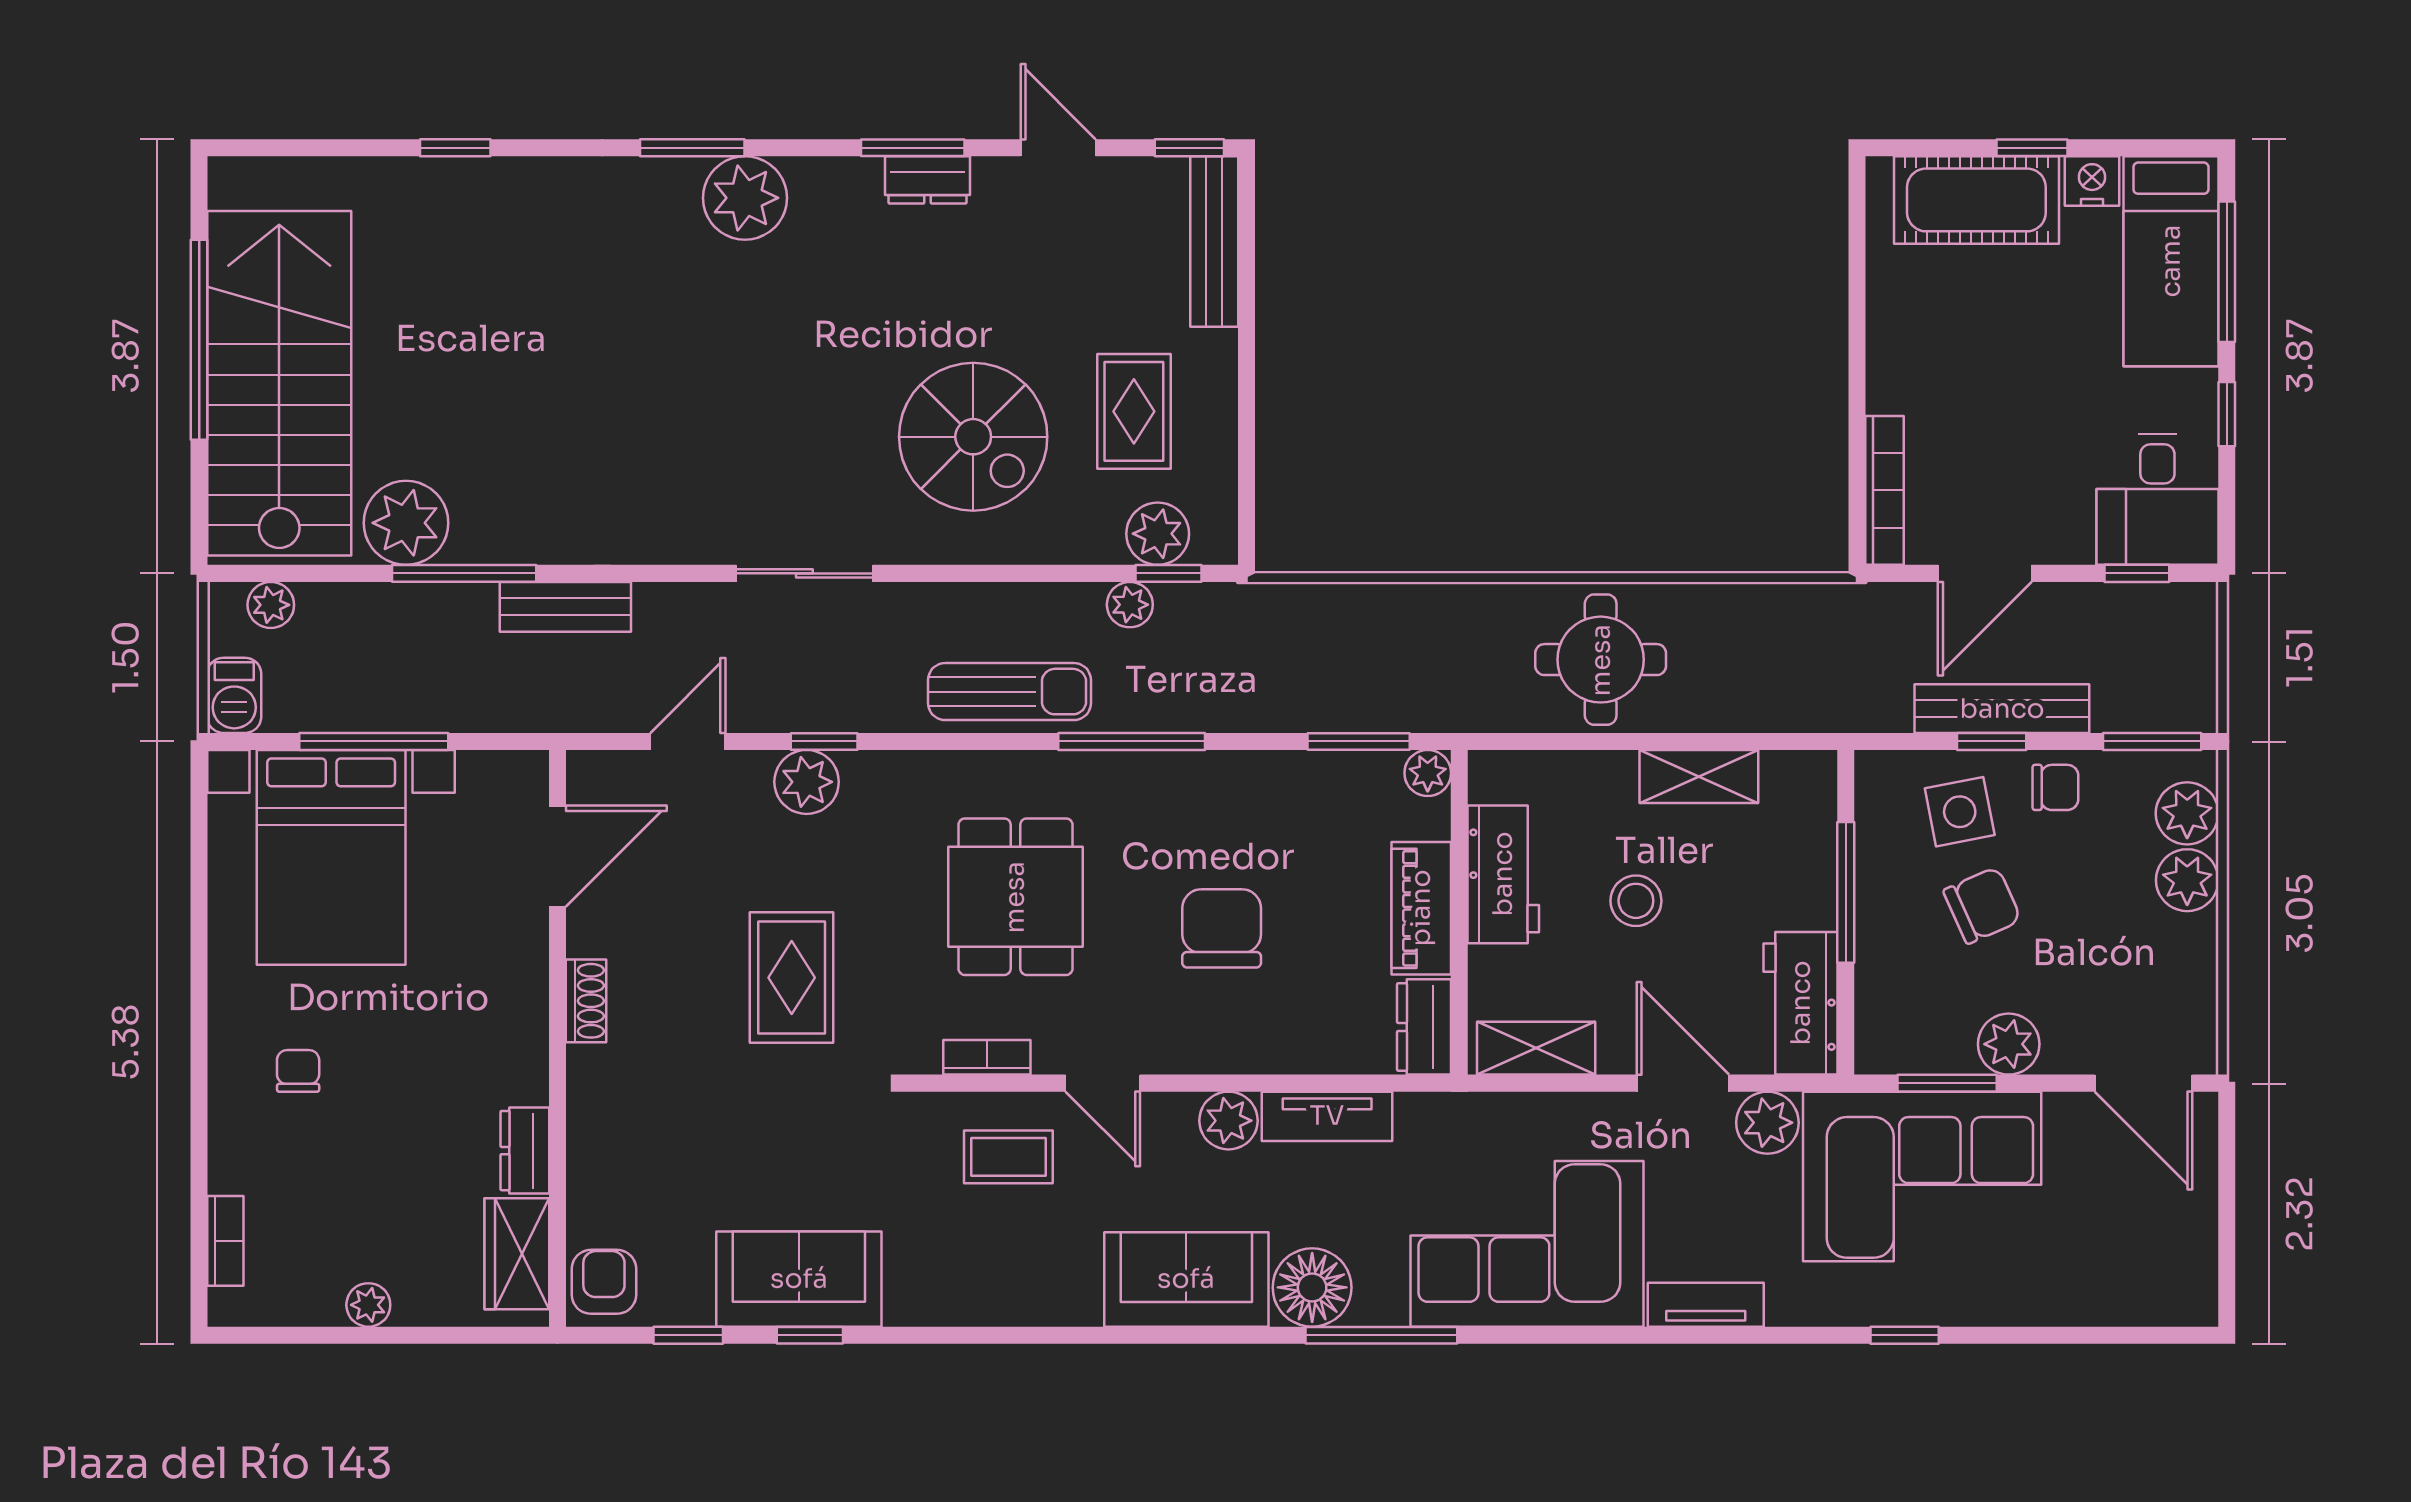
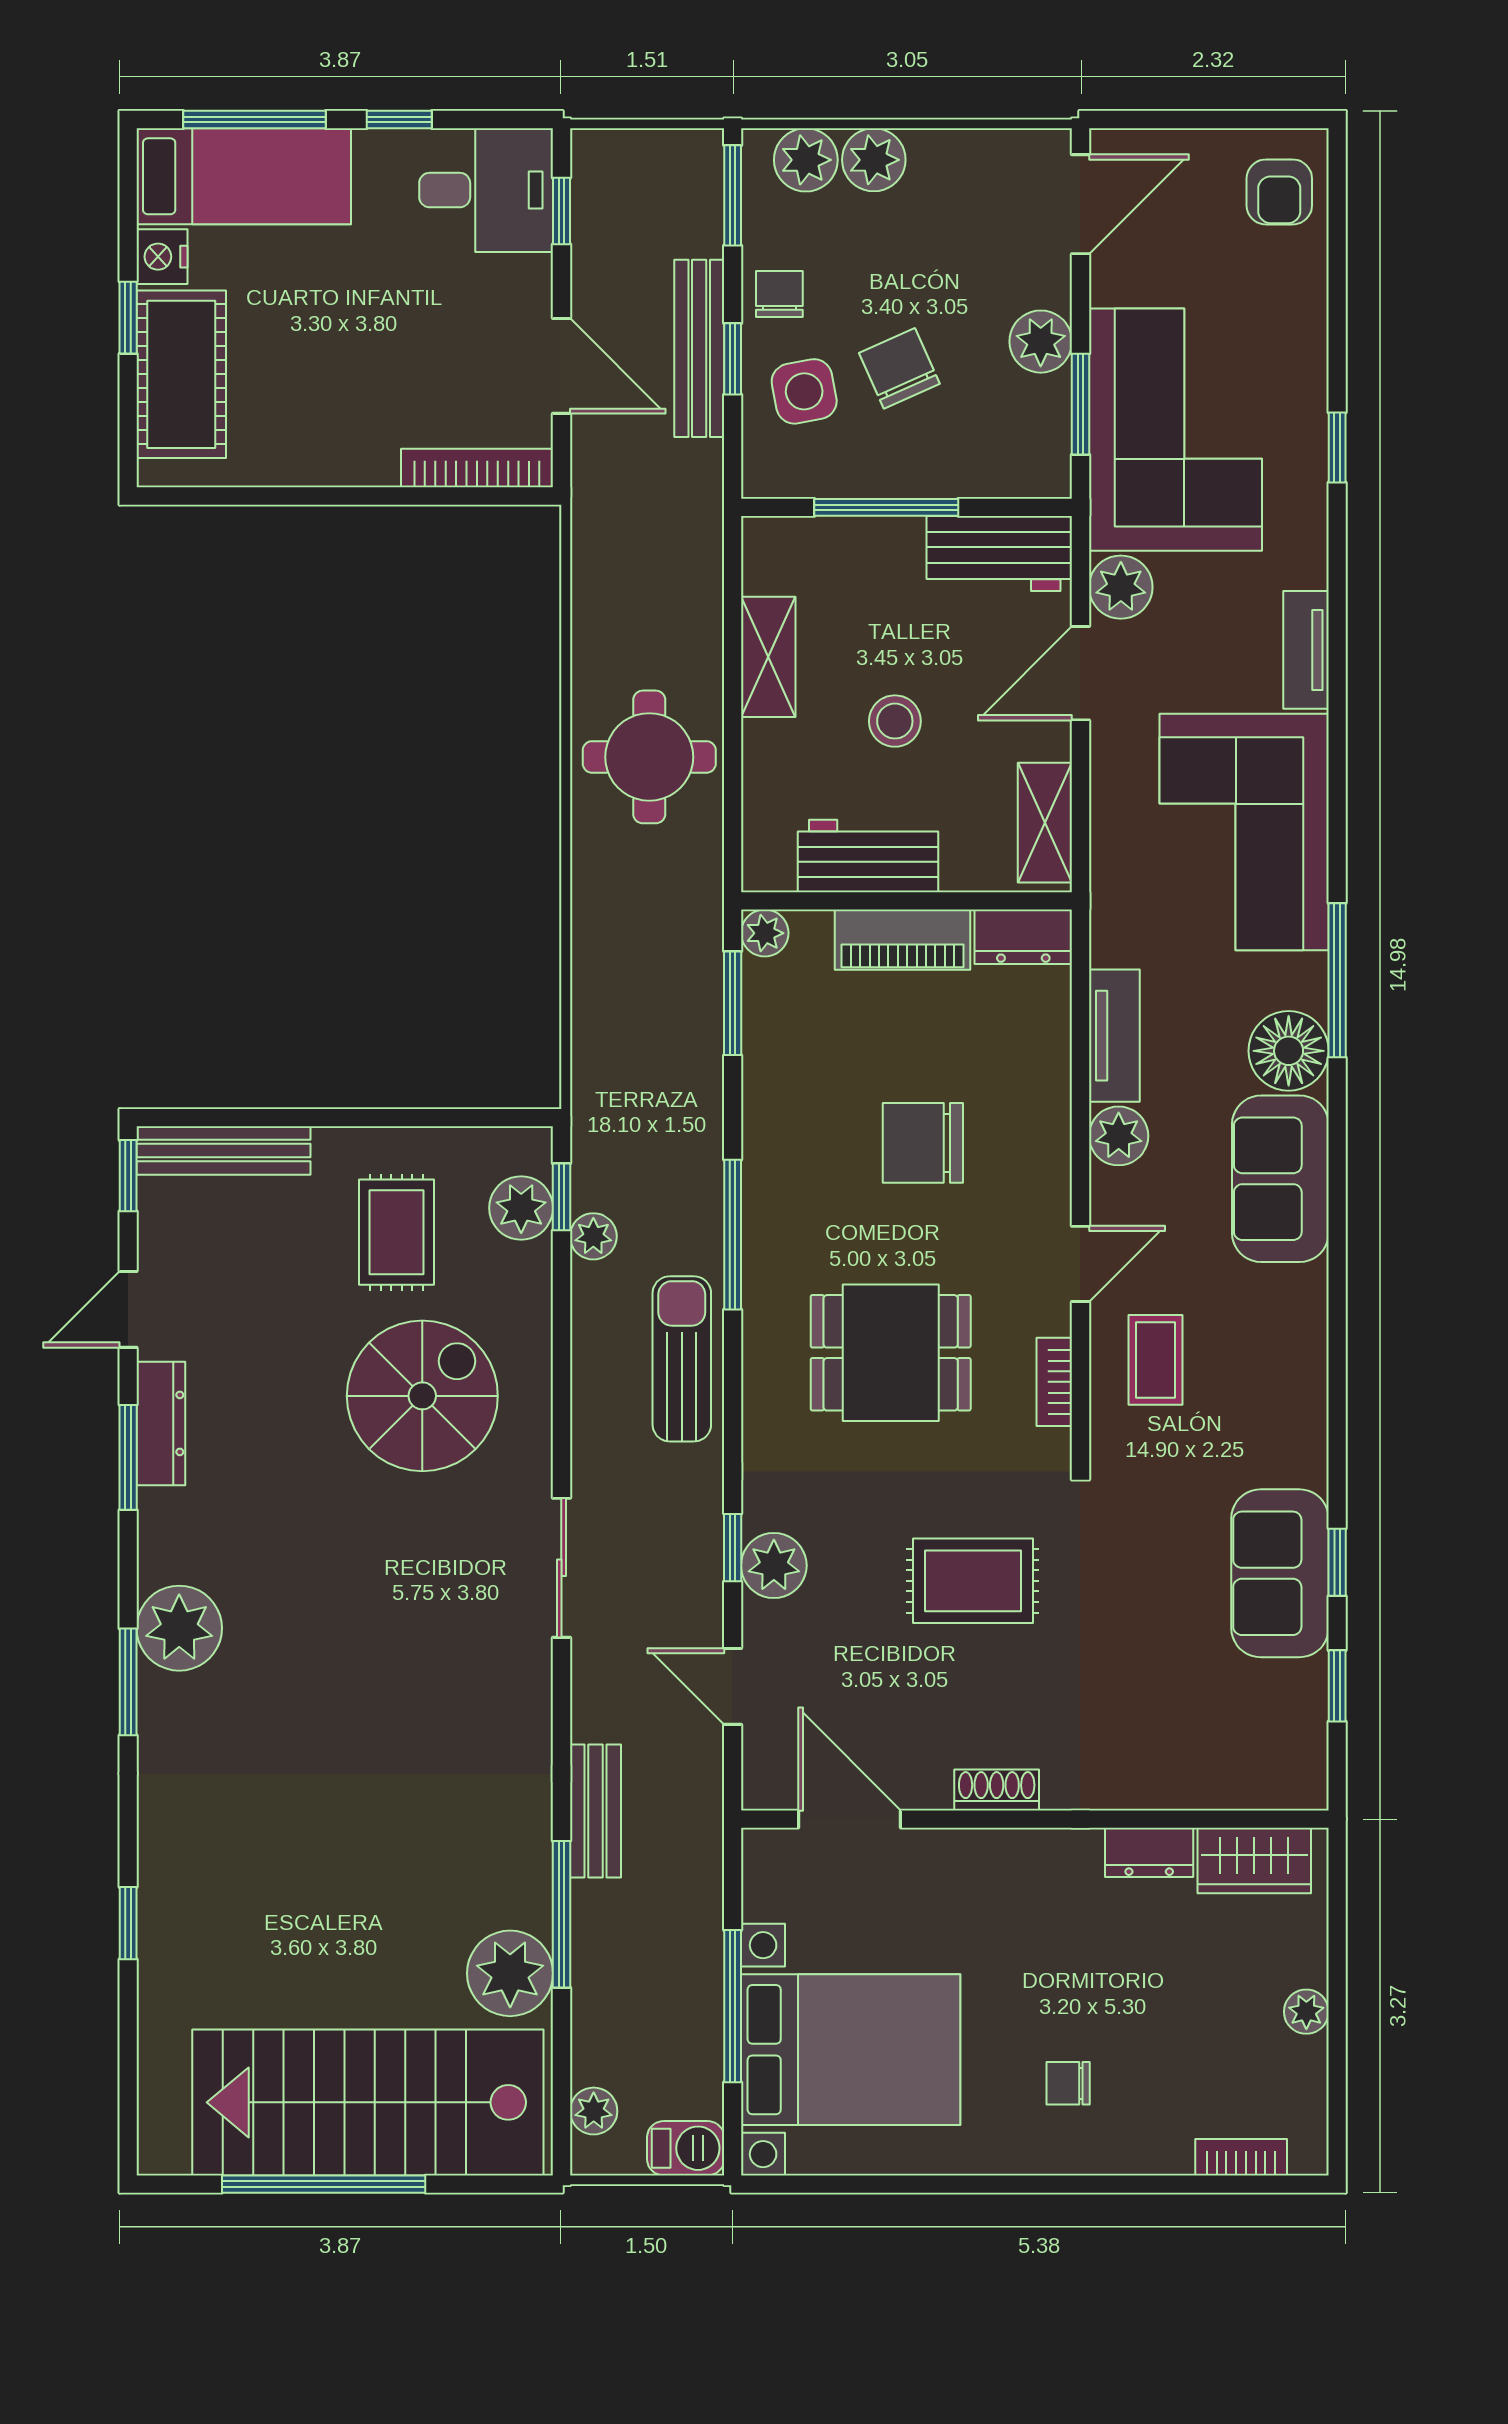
dresser: (928, 180) -> (161, 1423), width x1.44
rug: (1134, 411) -> (397, 1232), turned 90
armchair: (604, 1282) -> (1279, 192), moved, turned -90

